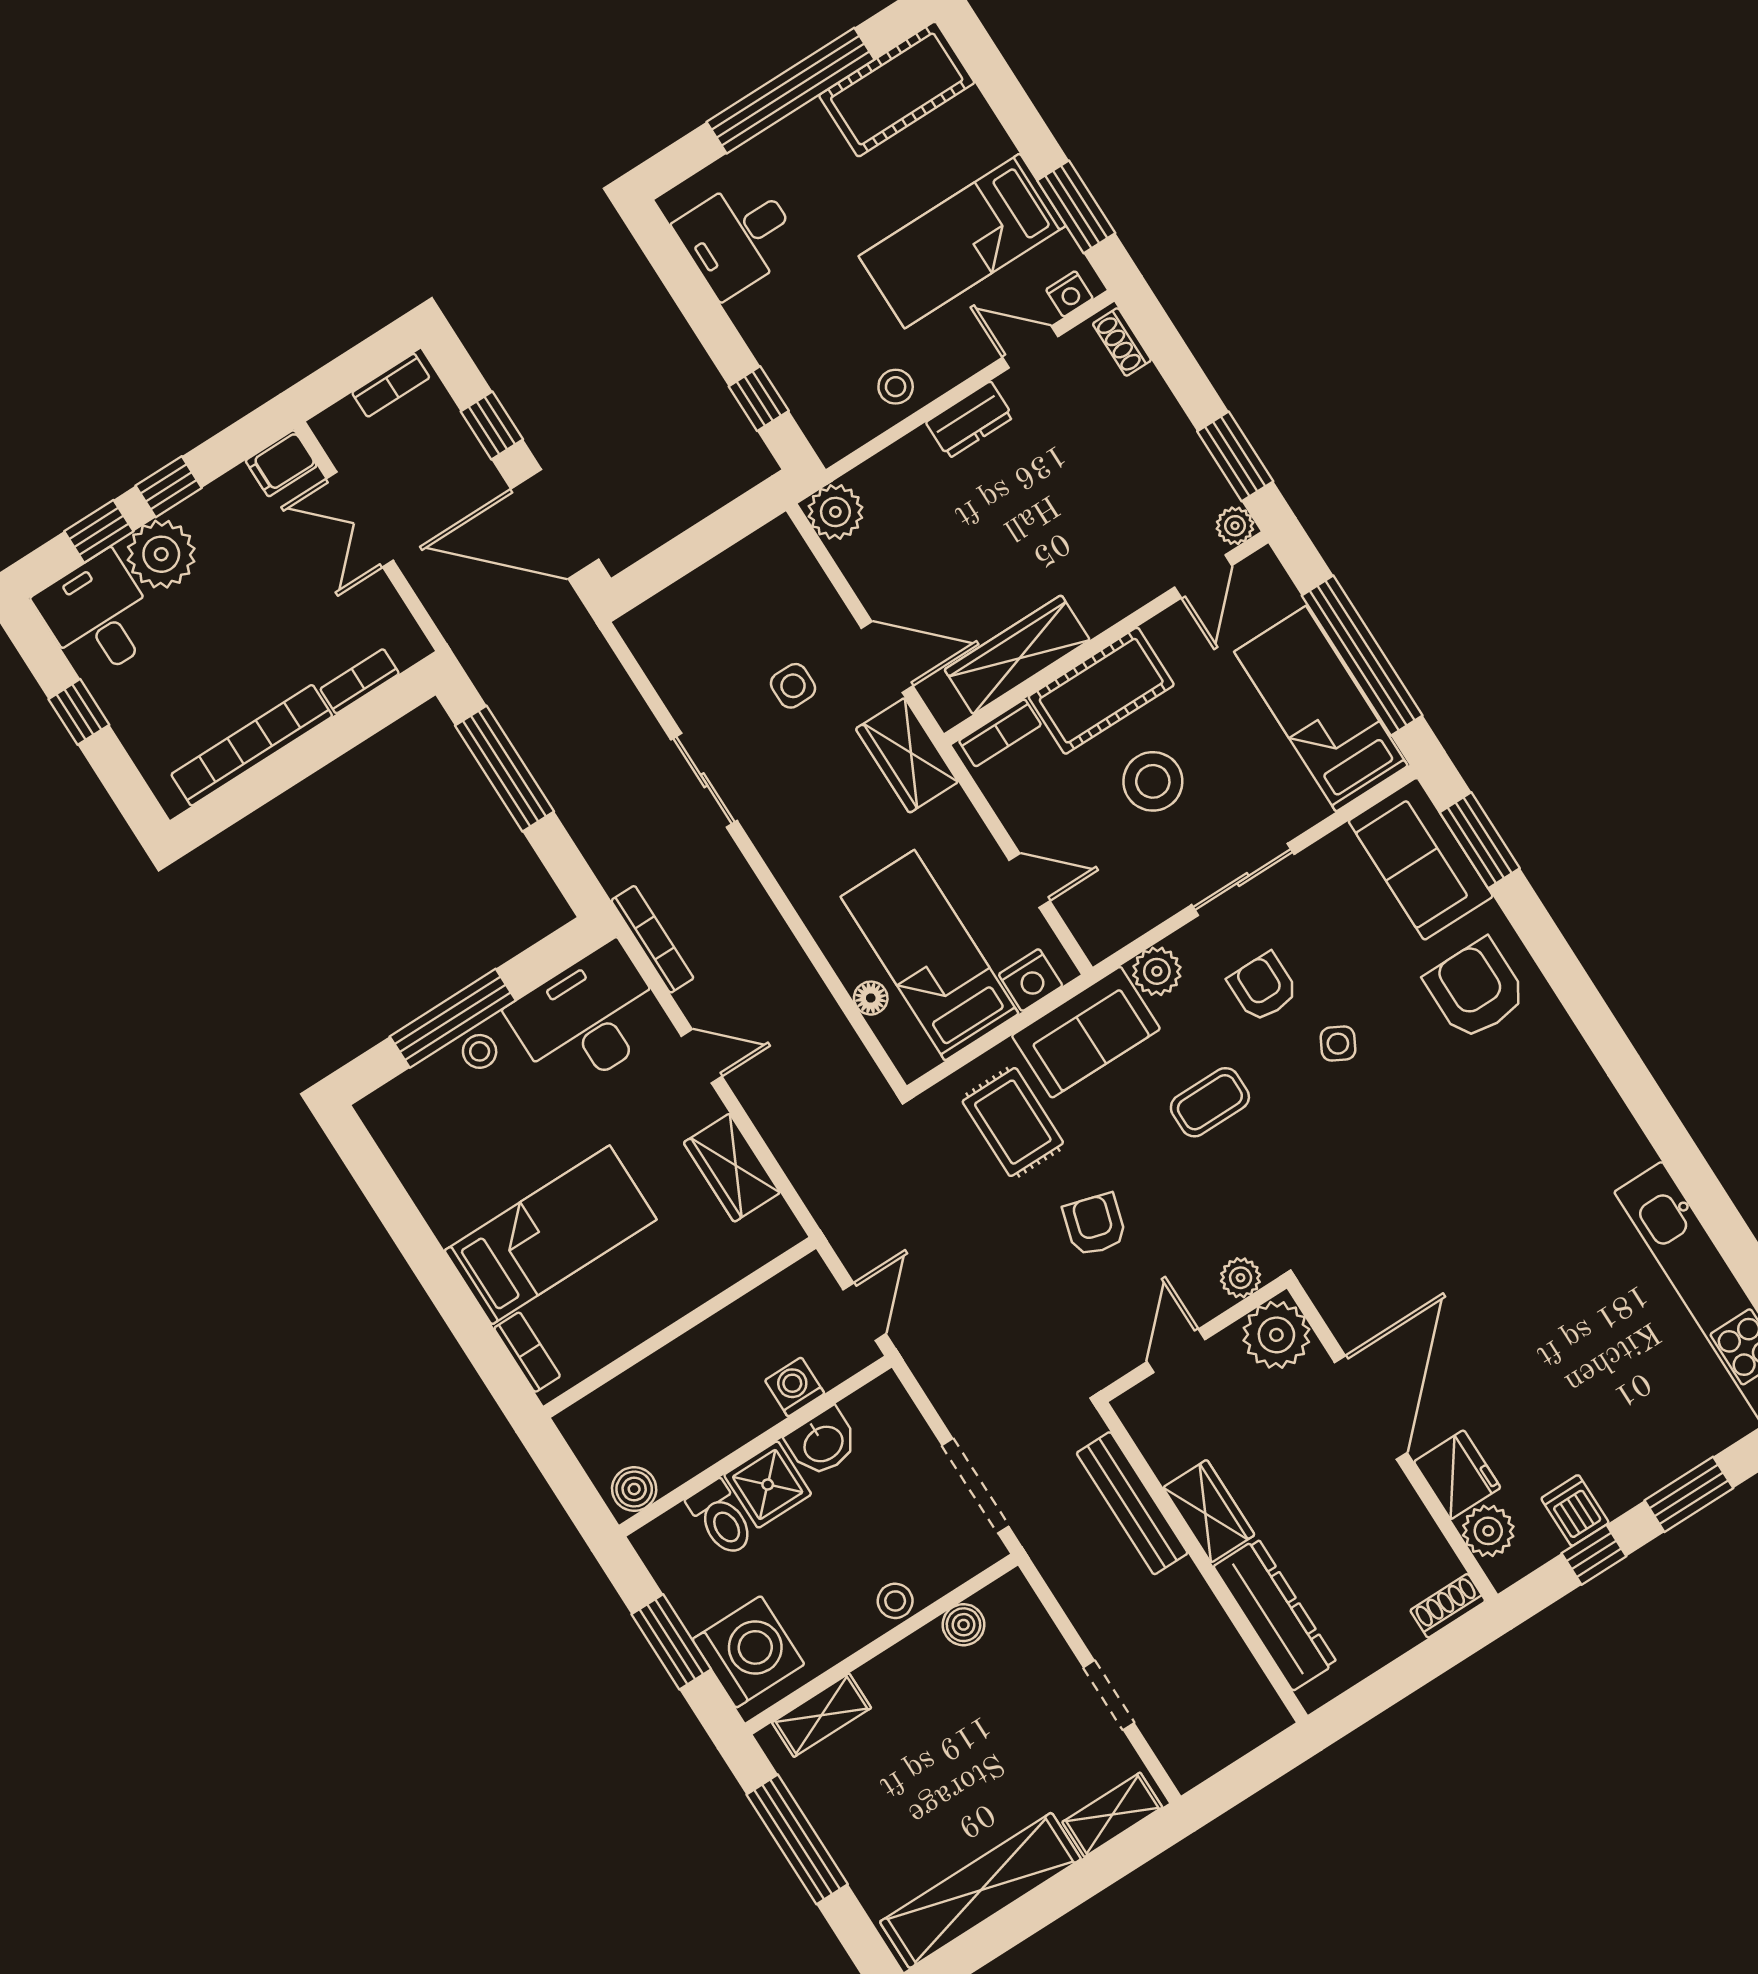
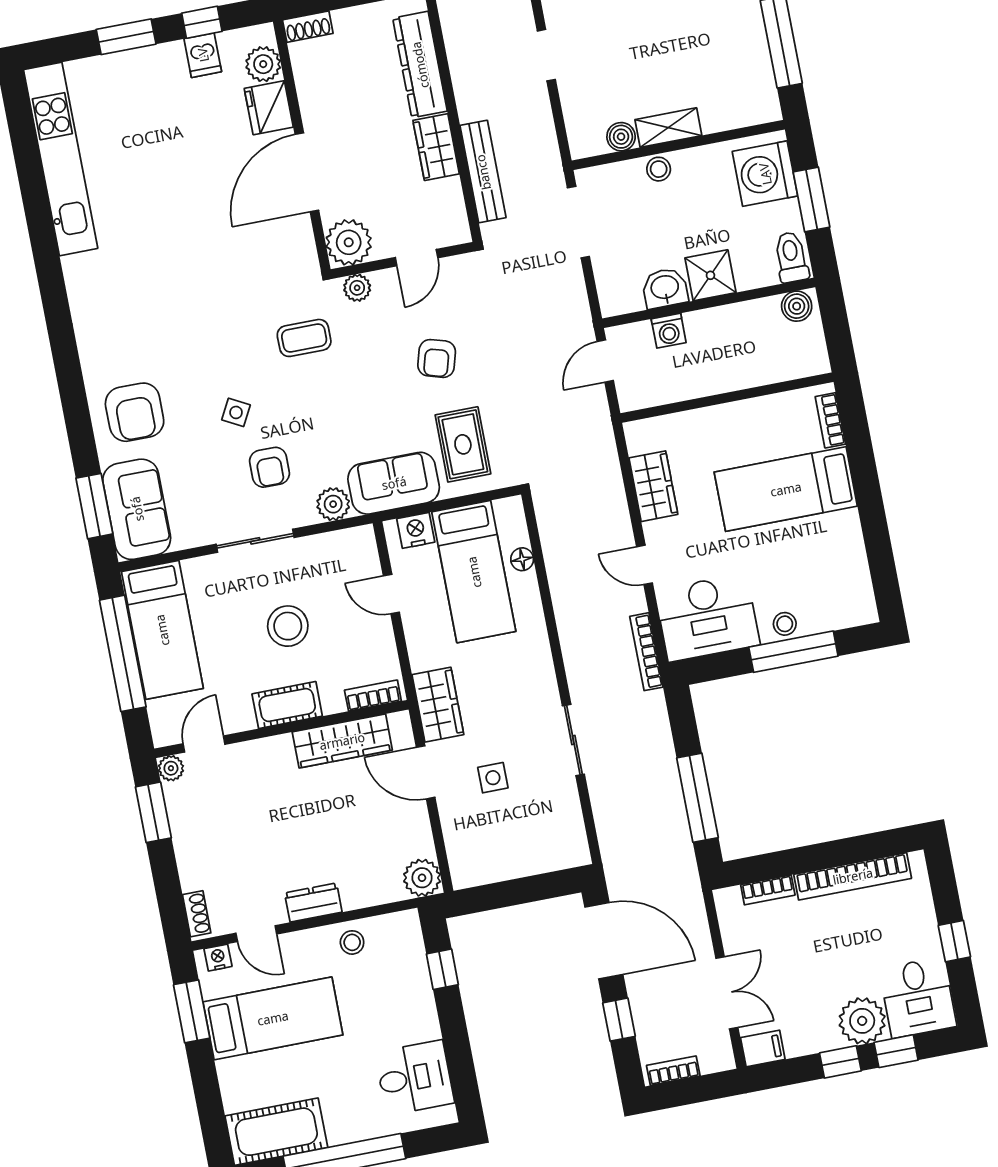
cot: (1101, 691) -> (287, 705), width x0.73, depth x0.75
coffee table: (1210, 1102) -> (304, 338), moved
toilet: (721, 1519) -> (791, 257), moved
shelving: (821, 1715) -> (668, 128), moved

